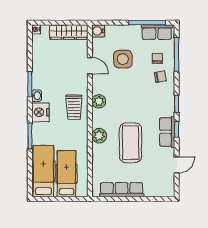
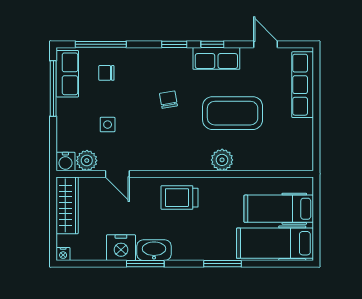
side table: (123, 59) -> (108, 125), width x0.54, depth x0.54
door: (90, 66) -> (117, 174), swing flipped
chair: (160, 77) -> (168, 100), moved
washbasin: (37, 96) -> (154, 250), width x1.91, depth x1.45
plant: (99, 101) -> (87, 161), moved
trolley: (74, 107) -> (180, 198), turned 180
nightstand: (40, 112) -> (121, 248), moved
row of seats: (122, 190) -> (303, 85), moved

